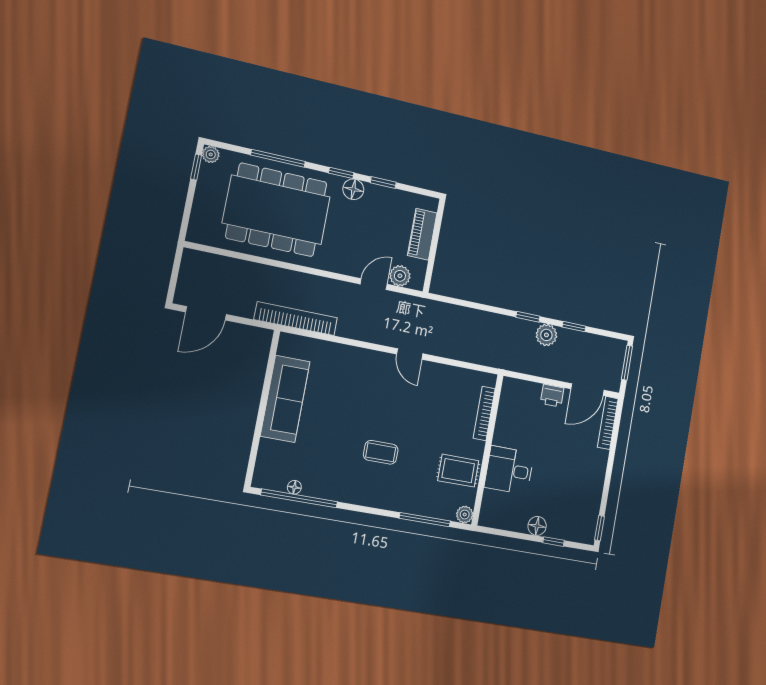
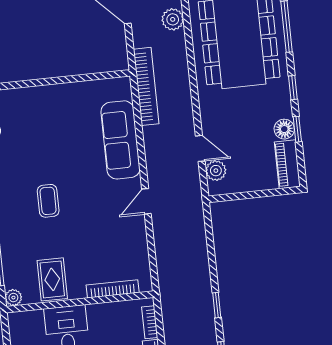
floor lamp: (353, 189) -> (284, 129), moved
piano: (422, 234) -> (287, 164), moved, turned -90
plant: (546, 335) -> (173, 19), moved
bookcase: (526, 387) -> (150, 322), added
sofa: (285, 399) -> (120, 140), moved, turned 90

